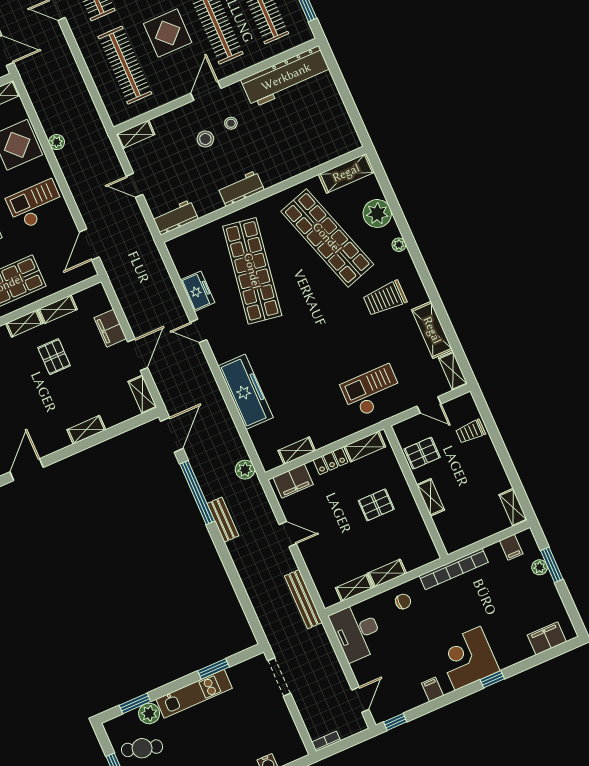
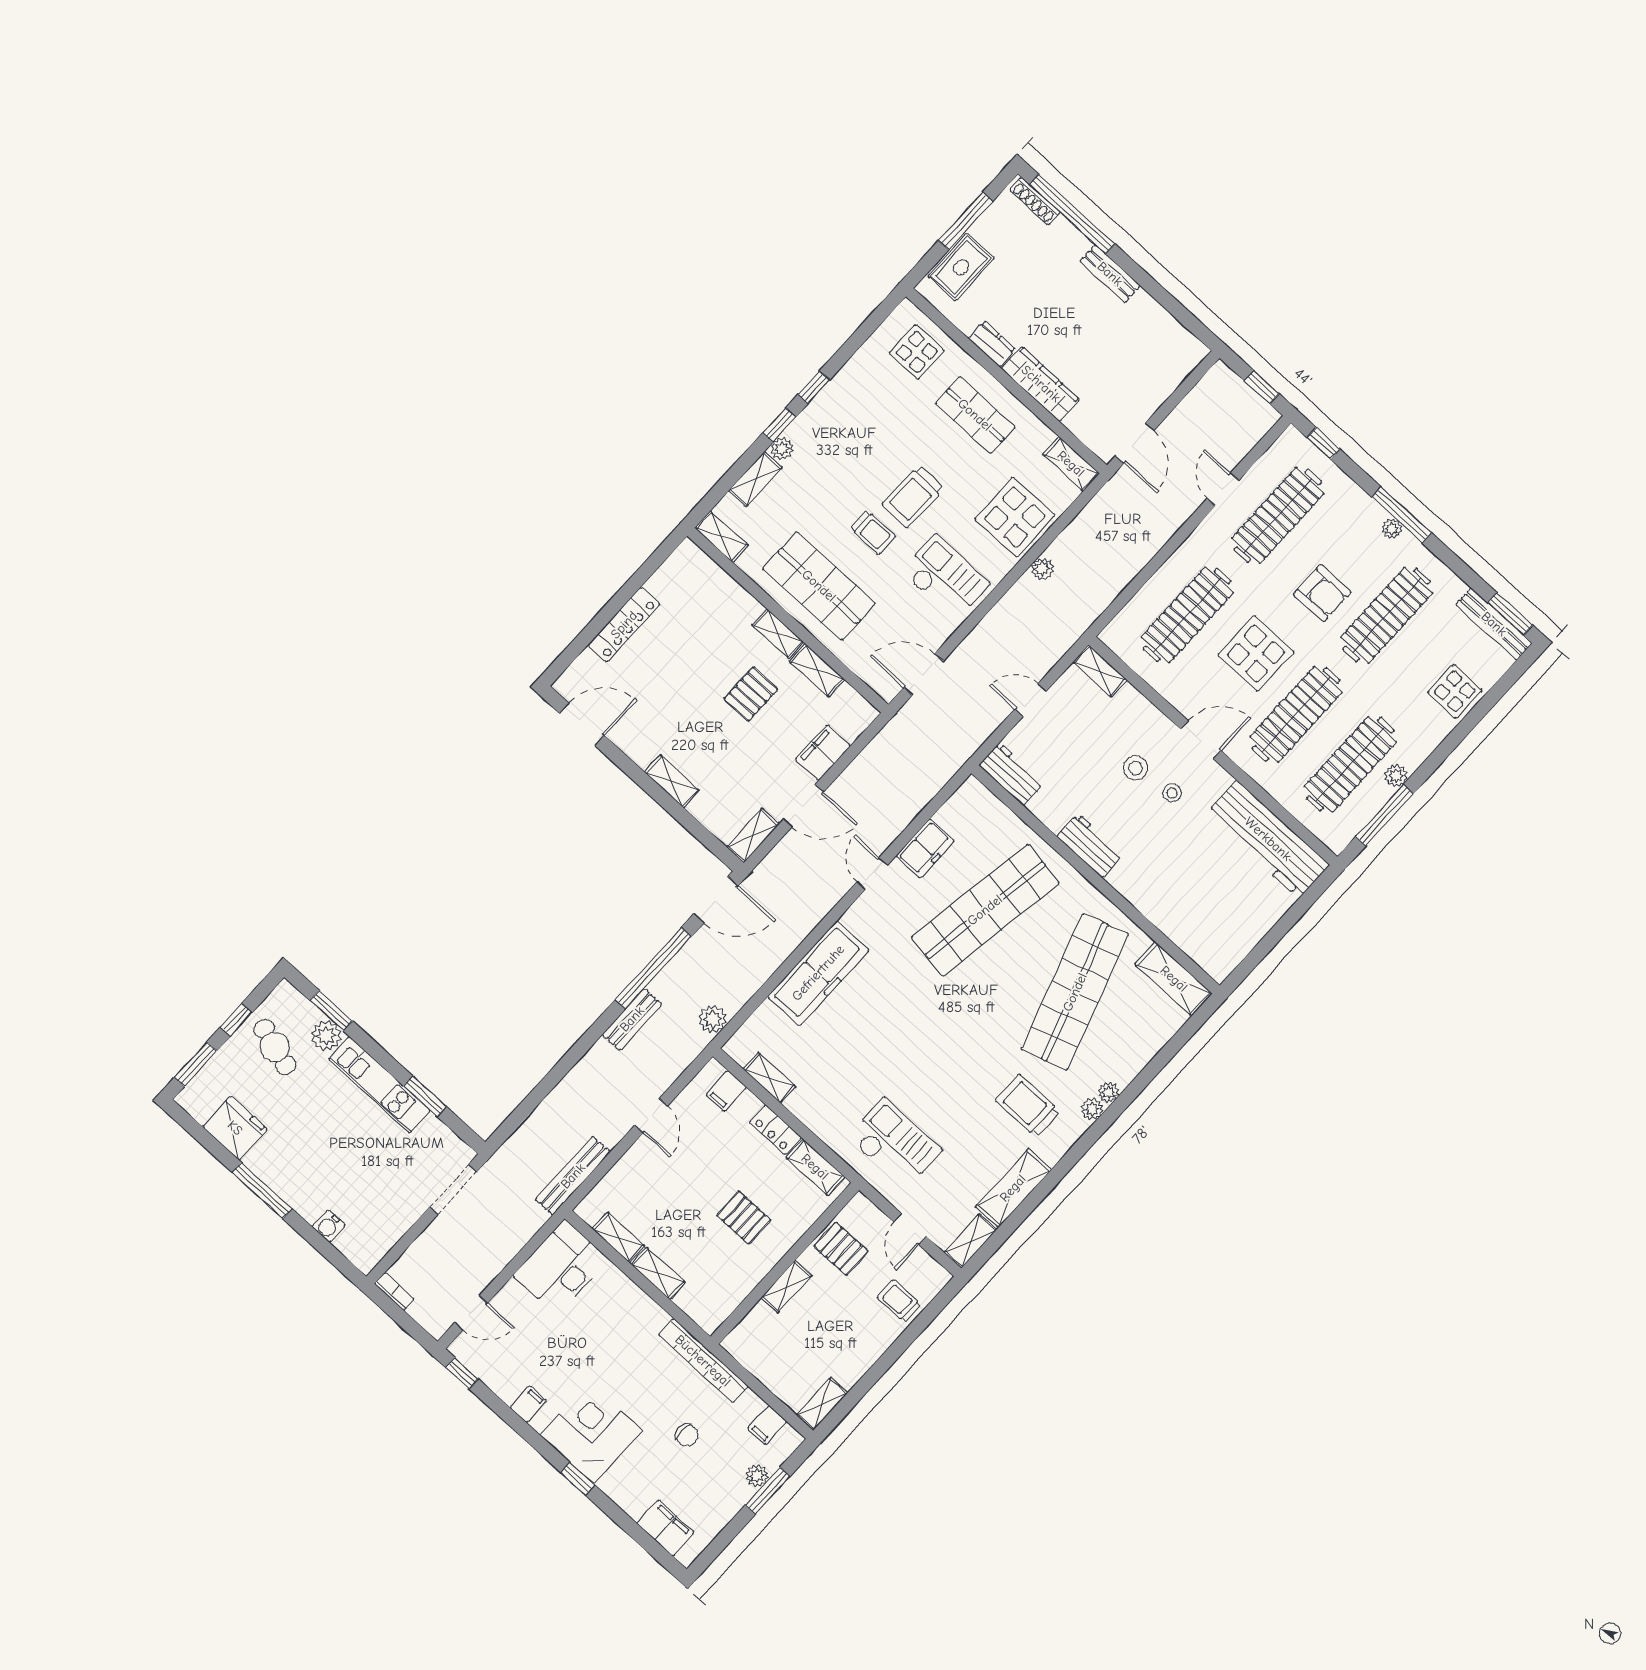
door: (135, 185) -> (1031, 700), hinge flipped
plant: (377, 213) -> (1092, 1109), moved, width x0.53, depth x0.53
filing cabinet: (293, 481) -> (726, 1091), width x0.50
chair: (403, 601) -> (687, 1435), moved

